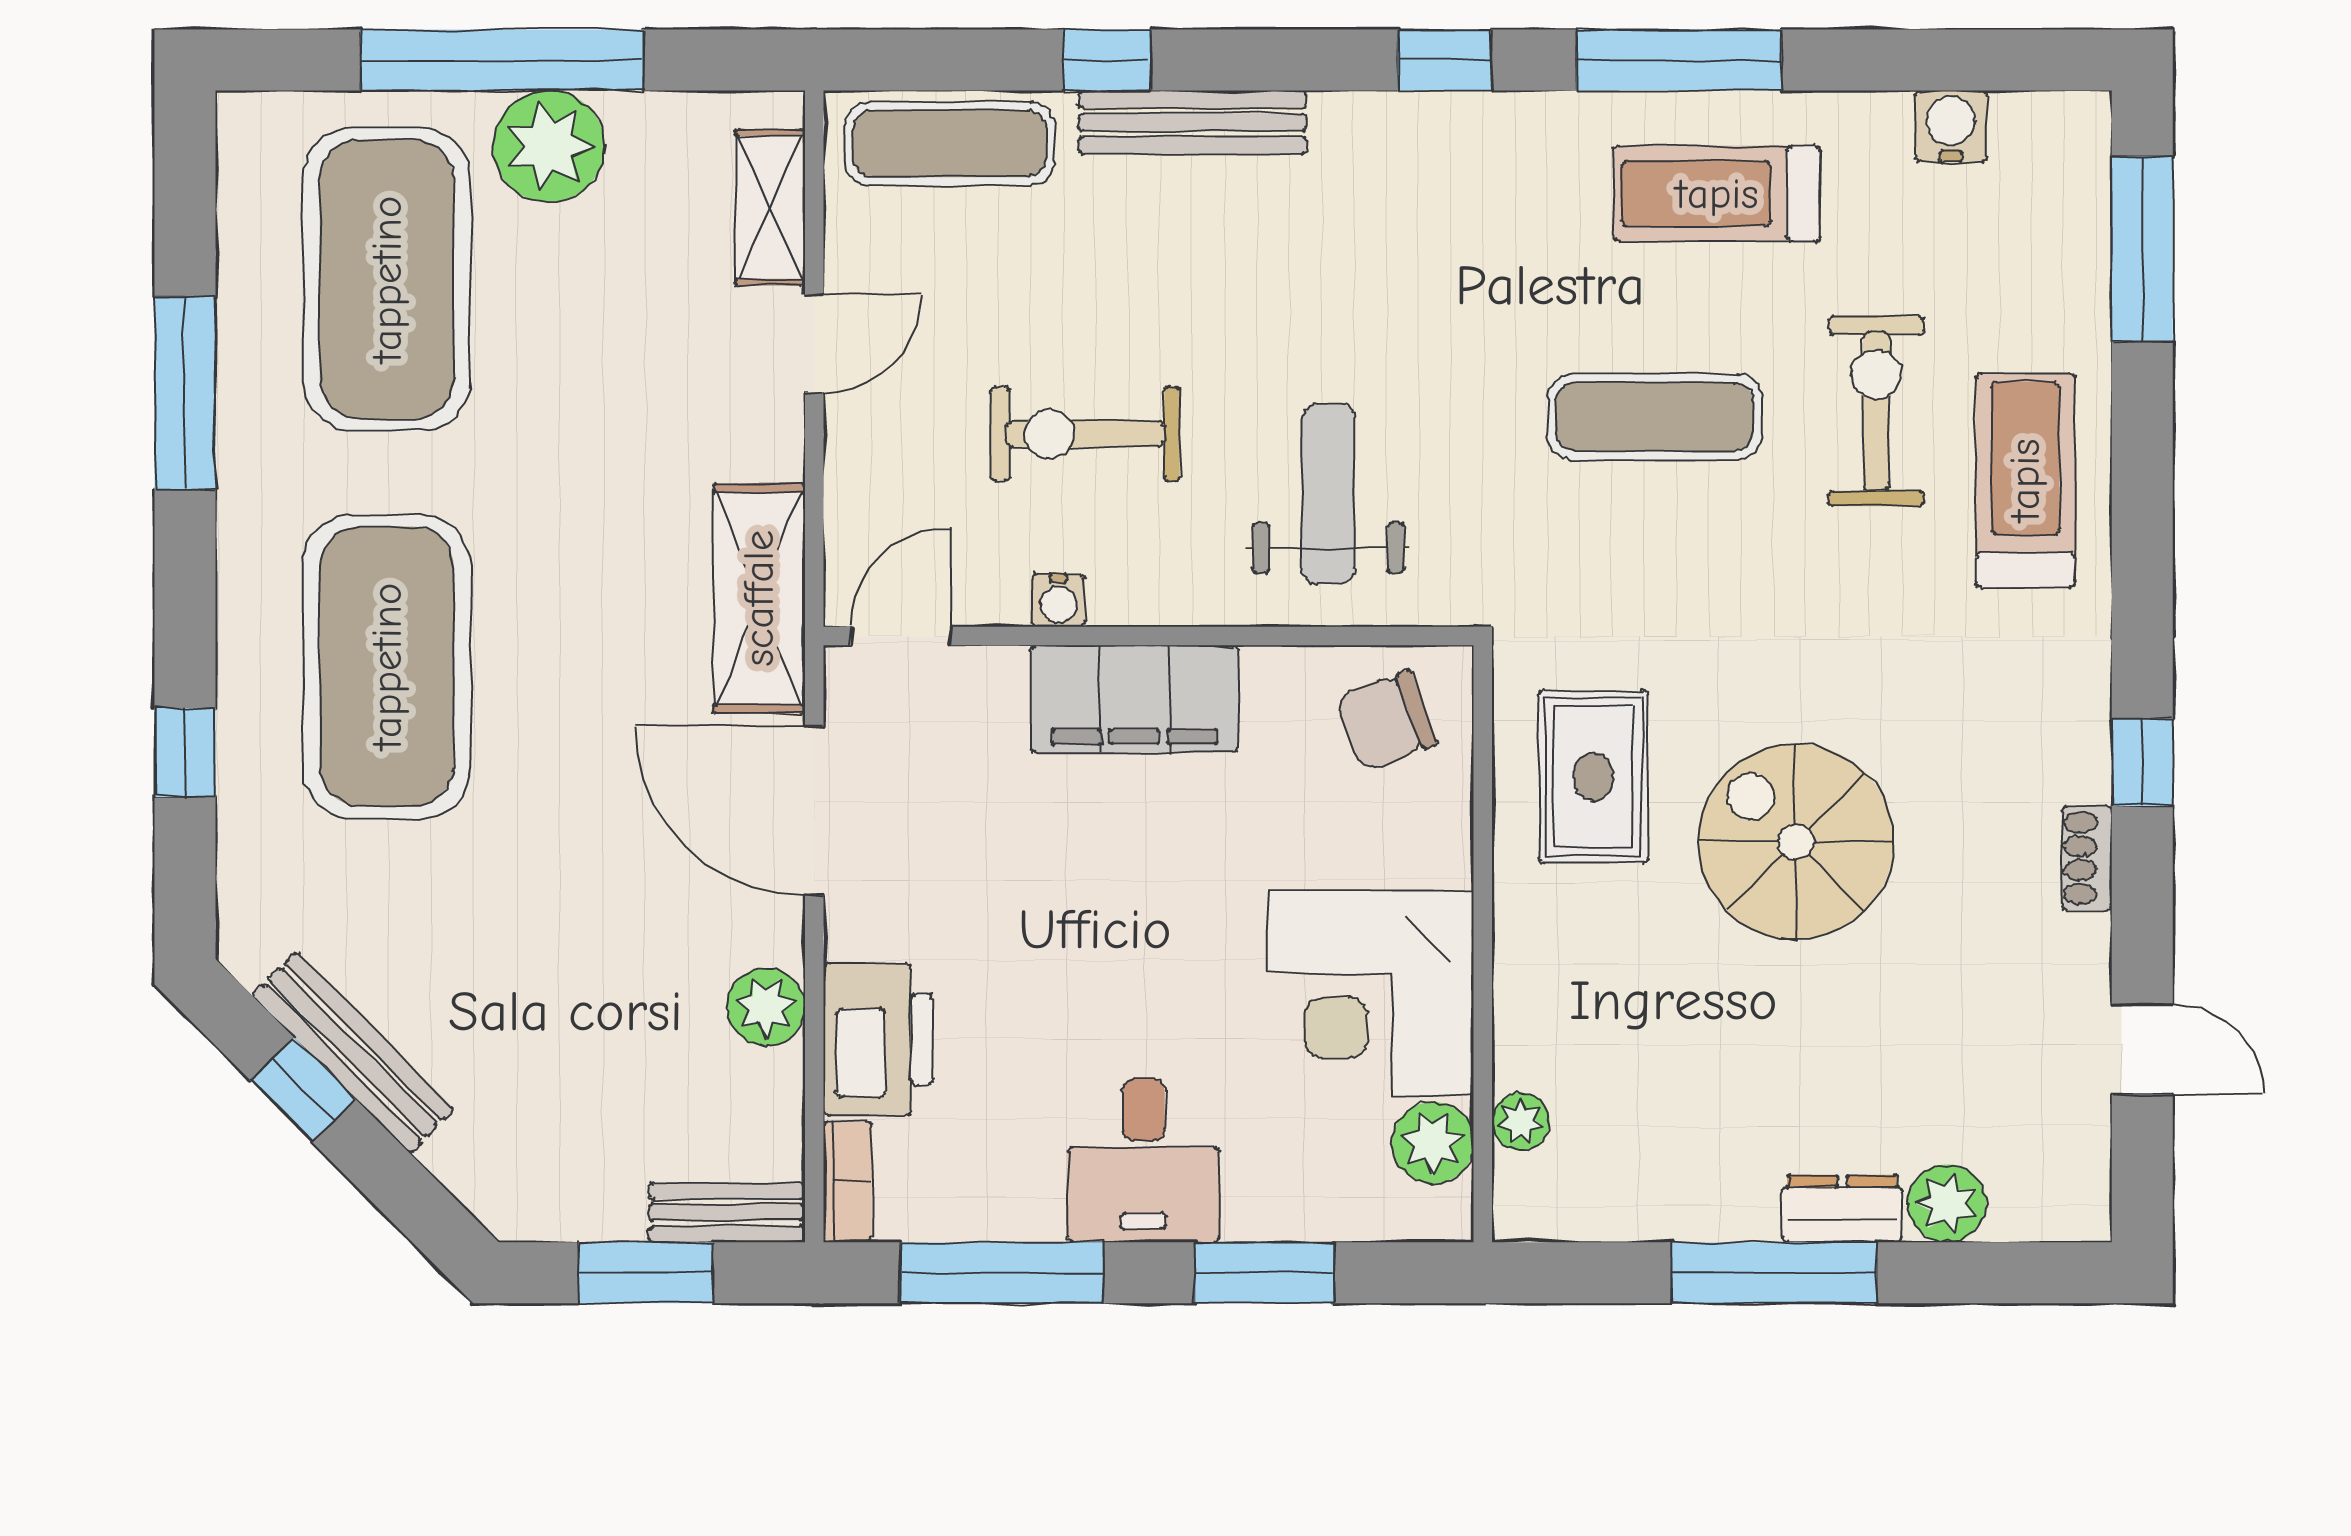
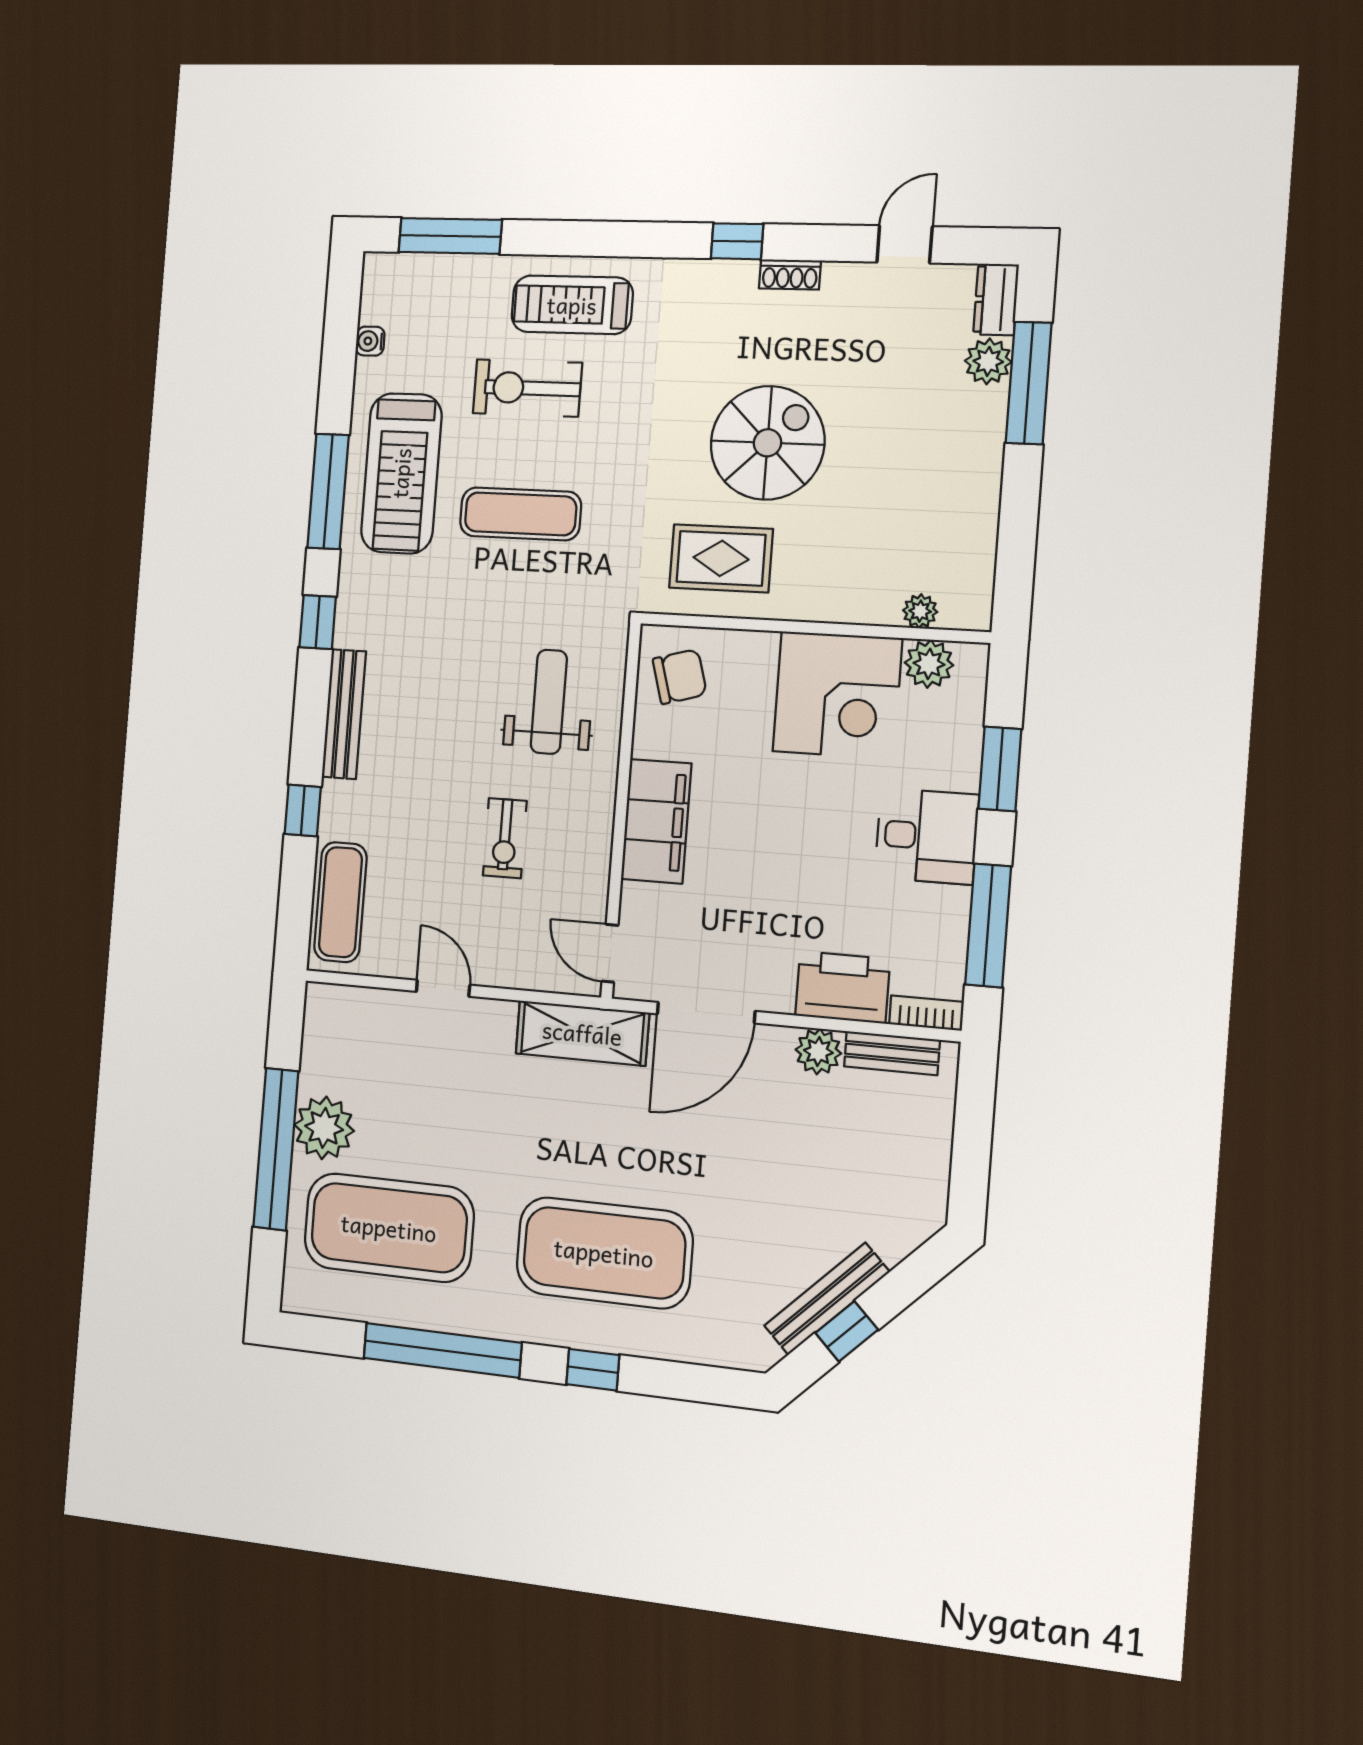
bench: (1193, 122) -> (344, 714), moved
water cooler: (1951, 126) -> (370, 341), width x0.72, depth x0.72
treadmill: (1717, 194) -> (401, 473), width x1.37, depth x1.38
shelving: (770, 207) -> (367, 1006), removed
window: (185, 393) -> (442, 1350), width x1.46
exercise mat: (1654, 417) -> (521, 514), turned 90
exercise bike: (1085, 434) -> (505, 838), width x0.73, depth x0.72
weight bench: (1328, 493) -> (549, 702), turned 90
water cooler: (1058, 600) -> (597, 861), removed
chair: (1386, 721) -> (680, 677), turned -86
window: (185, 752) -> (593, 1370), moved
spiral stairs: (1796, 842) -> (768, 443), turned 180
dresser: (1842, 1209) -> (996, 299), moved
bench: (727, 1213) -> (892, 1053), moved, turned 90
window: (646, 1273) -> (972, 1139), removed
window: (1774, 1273) -> (1029, 383), moved

